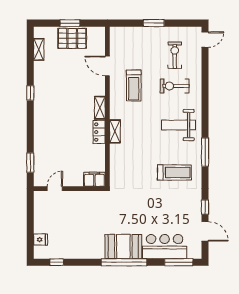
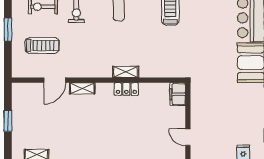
pallet: (72, 38) -> (25, 118), removed
treadmill: (134, 86) -> (42, 45), moved
shelving: (100, 108) -> (82, 88), moved

